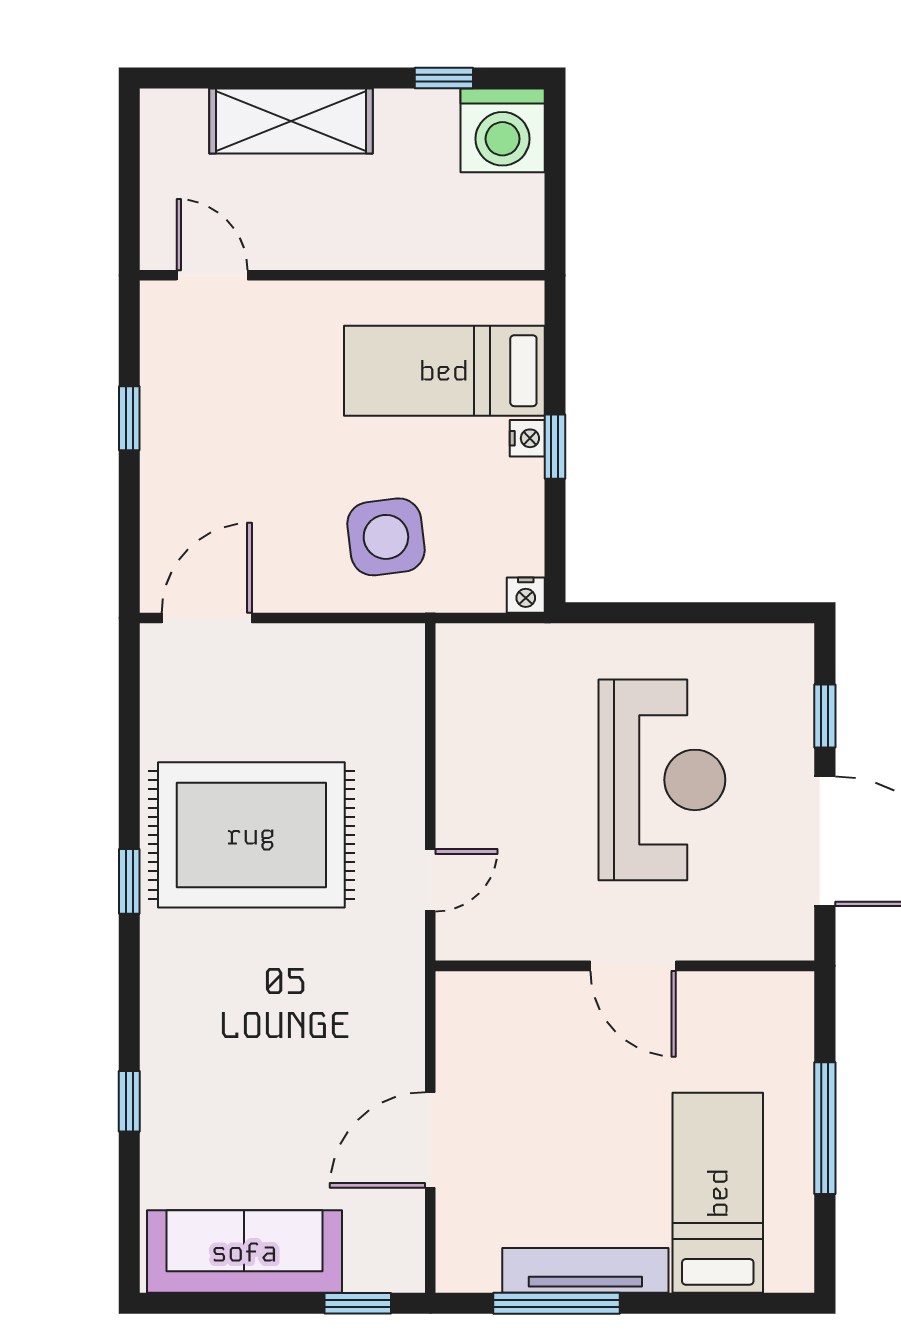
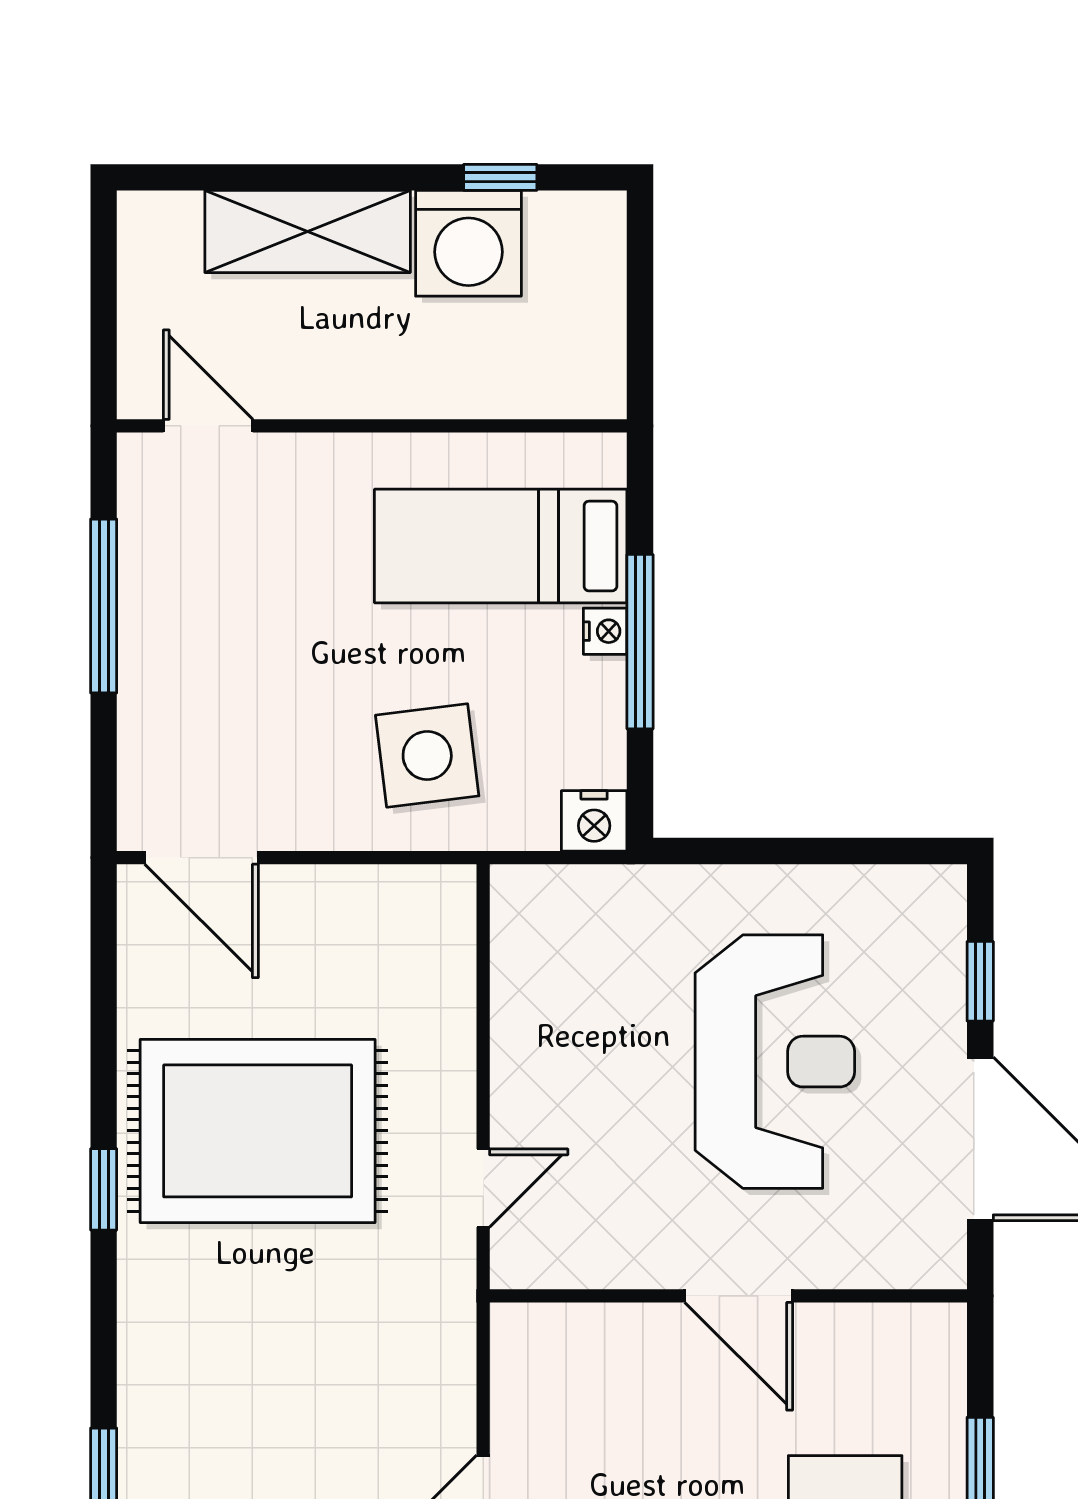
washing machine: (503, 130) -> (468, 243), moved
window: (129, 418) -> (104, 606), width x2.17
window: (555, 447) -> (640, 642), width x2.17
nightstand: (526, 595) -> (594, 821), width x1.39, depth x1.35
door: (207, 618) -> (202, 858), swing flipped

